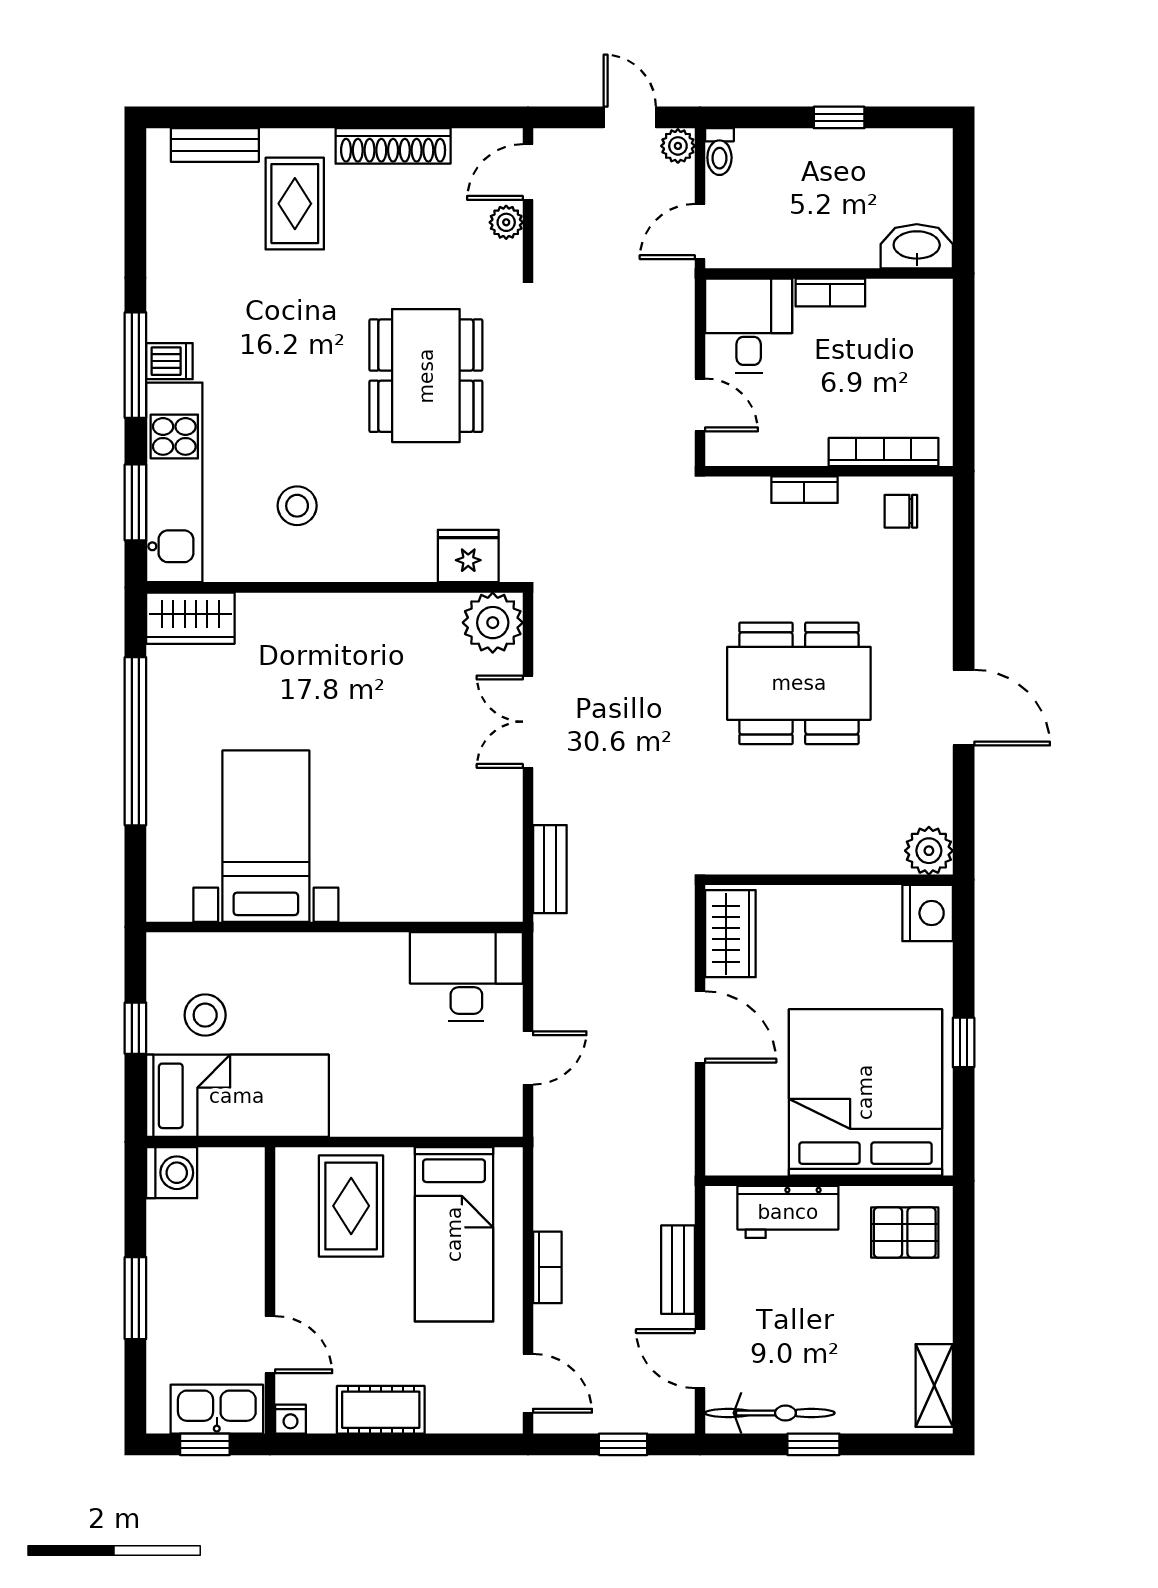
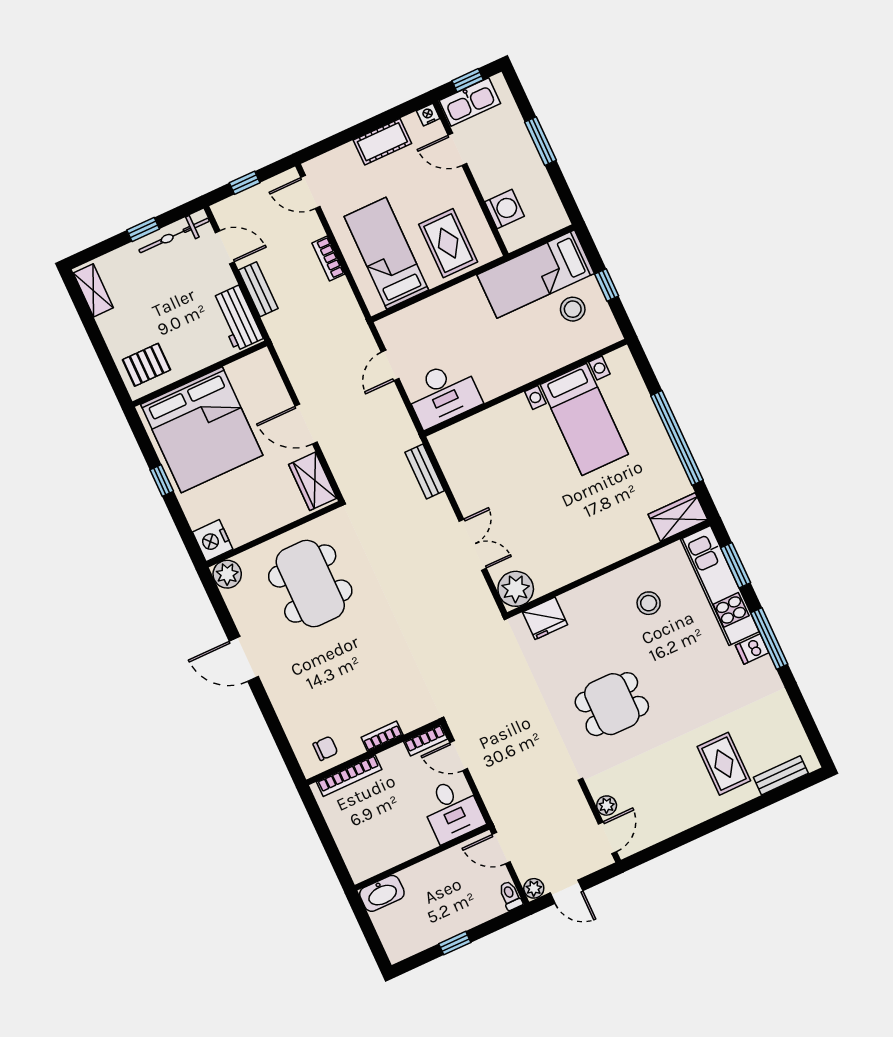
shoe rack: (393, 146) -> (686, 818), removed
door: (700, 231) -> (501, 848), swing flipped
bookcase: (830, 293) -> (426, 740), moved, turned 180
dining table: (426, 376) -> (612, 704), width x0.73
dining table: (799, 683) -> (310, 584), moved, turned 90
washing machine: (172, 1173) -> (505, 209), moved, turned 180
workbench: (788, 1212) -> (237, 318), moved, turned -90

